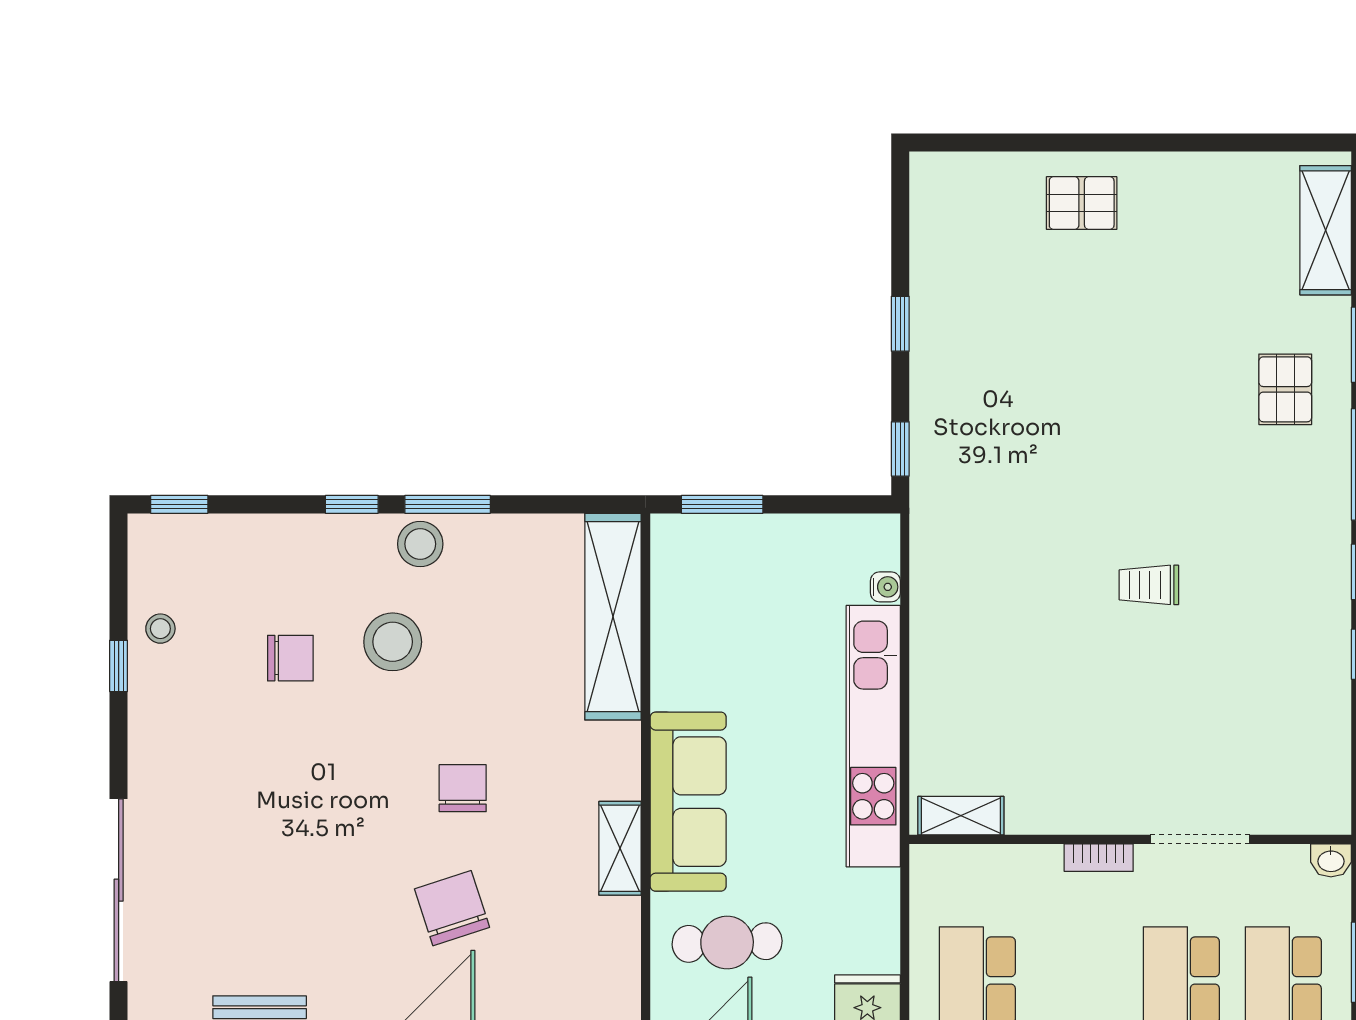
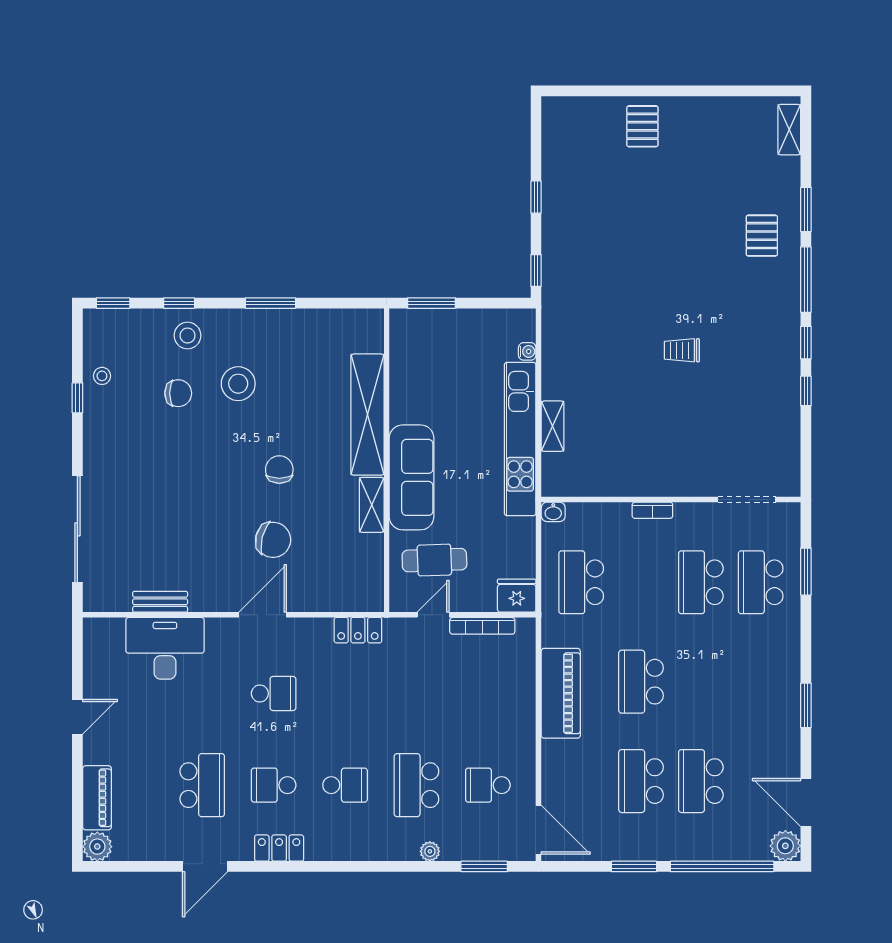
pallet: (1082, 203) -> (642, 126), turned 90
shelving: (1326, 230) -> (789, 130), width x0.67, depth x0.75
window: (352, 504) -> (179, 303), moved
stool: (420, 544) -> (188, 336), moved
shelving: (613, 617) -> (367, 415), moved
shelving: (961, 816) -> (553, 426), moved, turned 90
doorway: (1200, 839) -> (747, 500), moved
washbasin: (1331, 860) -> (553, 512), moved
chair: (452, 908) -> (273, 540), turned 122

